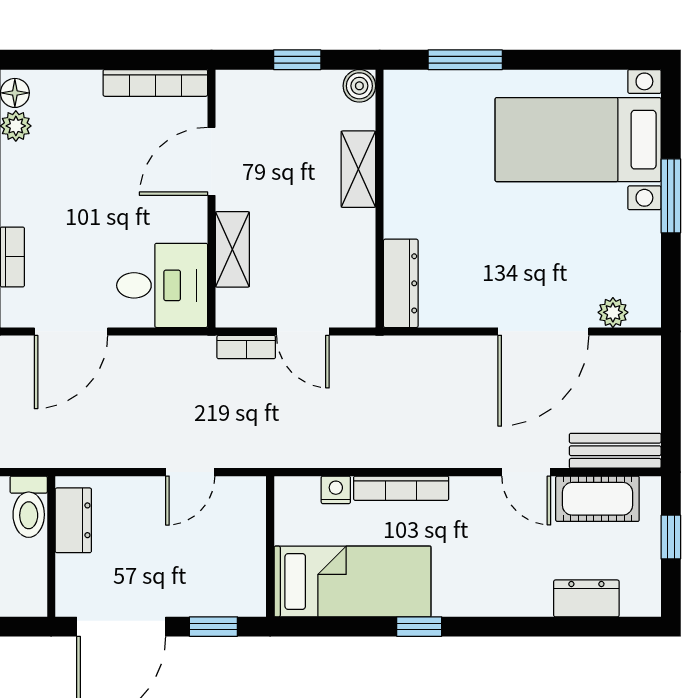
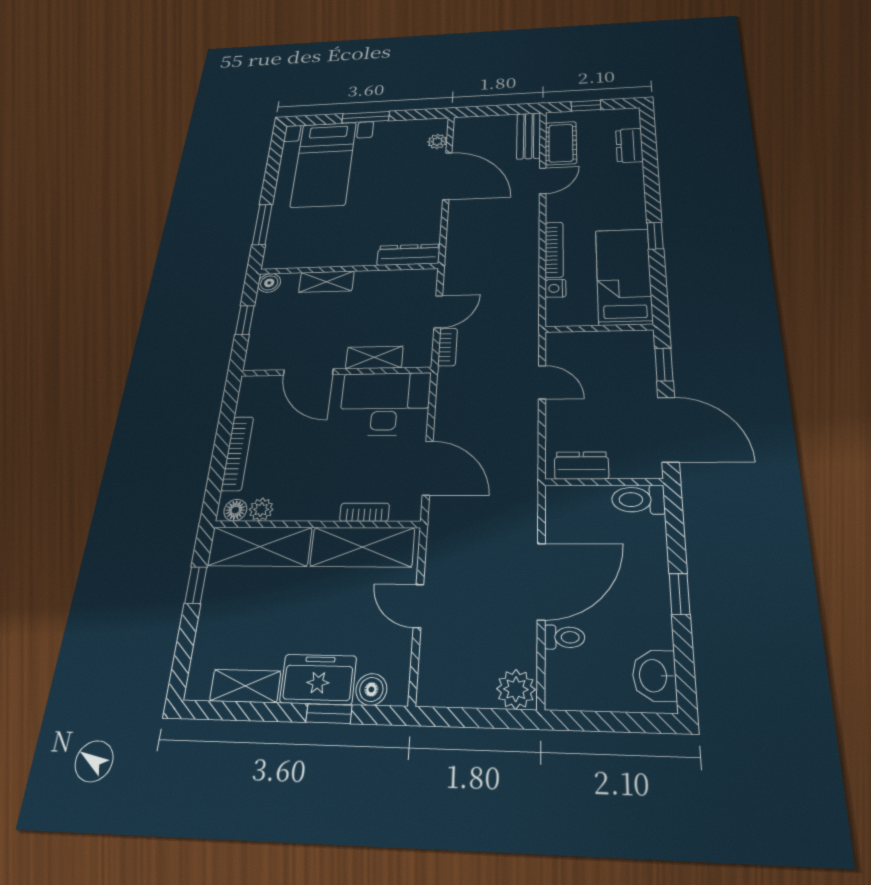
bookcase: (155, 83) -> (237, 453), moved
desk: (162, 285) -> (385, 404), width x1.37
toilet: (29, 507) -> (638, 500), moved, turned 180

